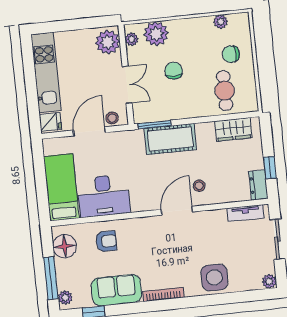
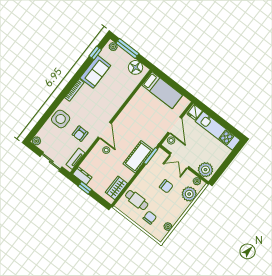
desk: (104, 196) -> (141, 105), removed
armchair: (106, 241) -> (80, 134), moved

